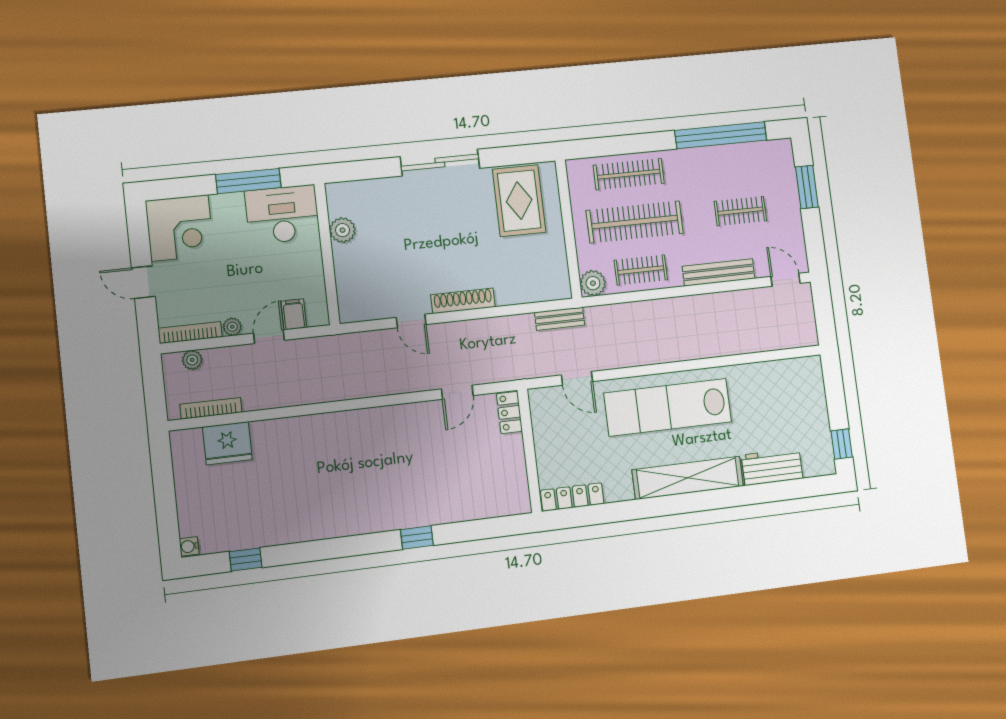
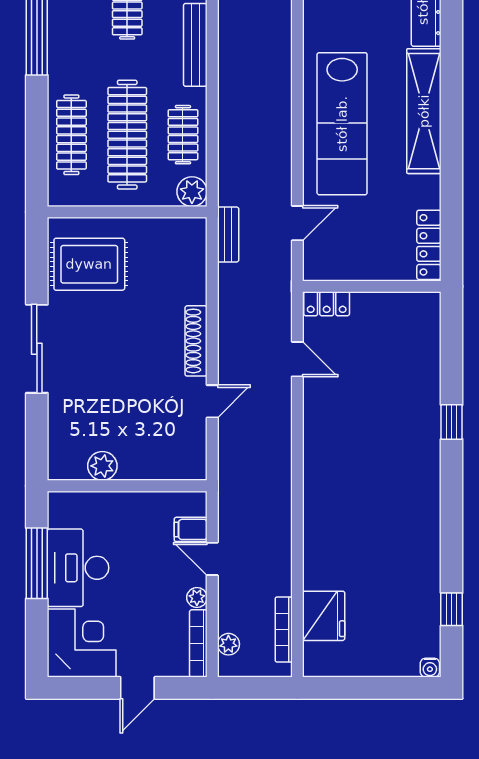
desk: (282, 214) -> (78, 568), moved

